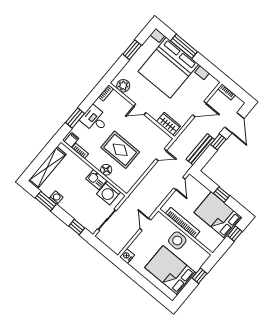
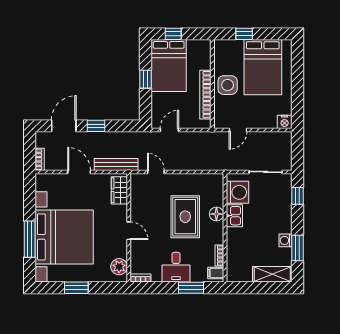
bench: (200, 149) -> (116, 164), moved
shelving: (47, 168) -> (272, 274), width x0.68

